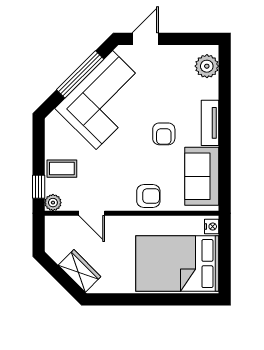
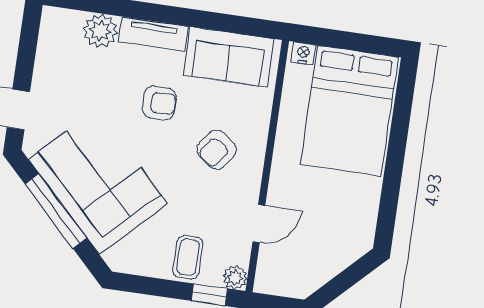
plant: (207, 66) -> (100, 31), moved
armchair: (148, 196) -> (217, 150), moved, turned -143
wardrobe: (80, 271) -> (339, 253), removed

